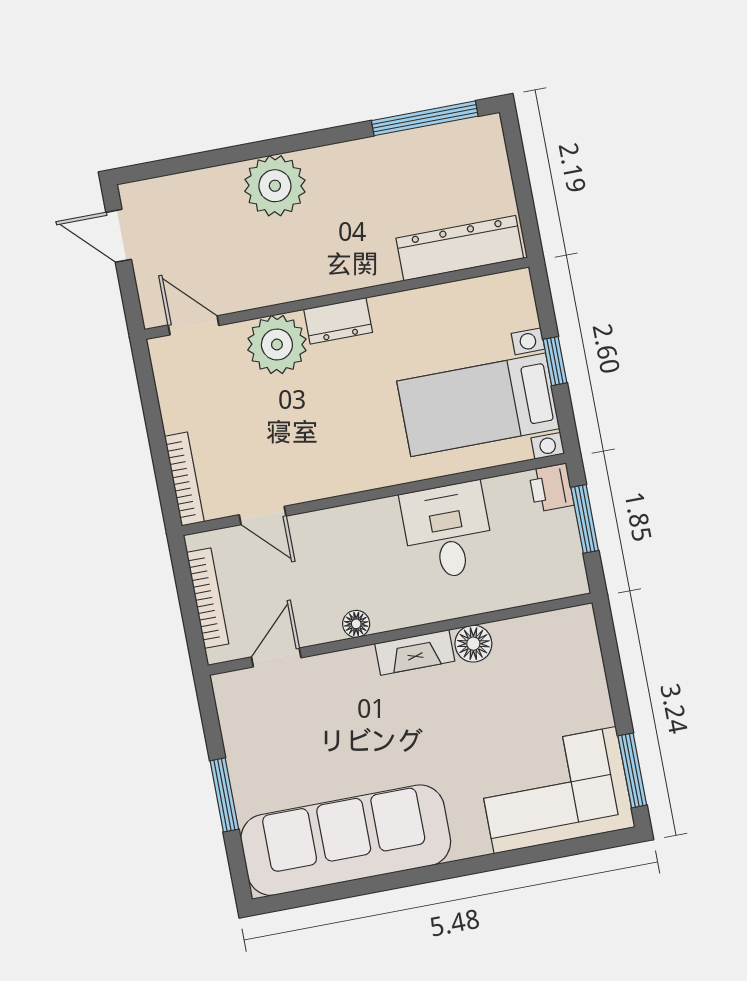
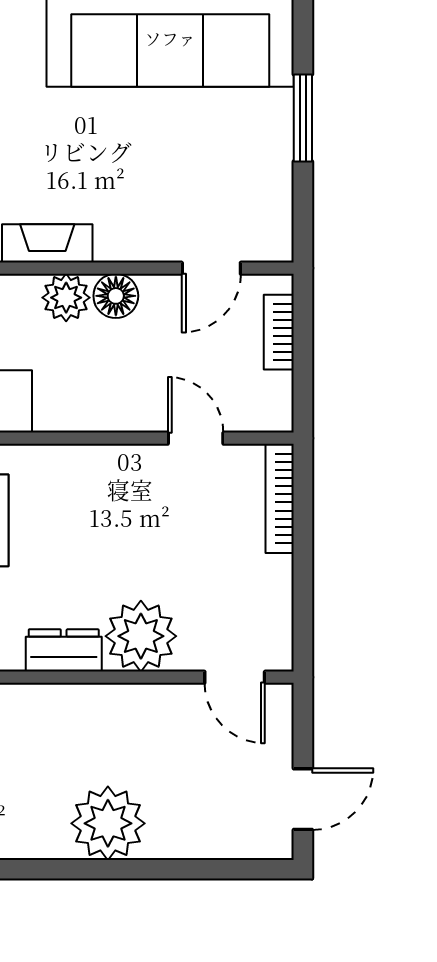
door: (119, 236) -> (303, 799), hinge flipped
bookcase: (208, 598) -> (279, 332), width x0.64
plant: (391, 611) -> (66, 298), added
floor lamp: (356, 624) -> (116, 296), width x1.37, depth x1.37

